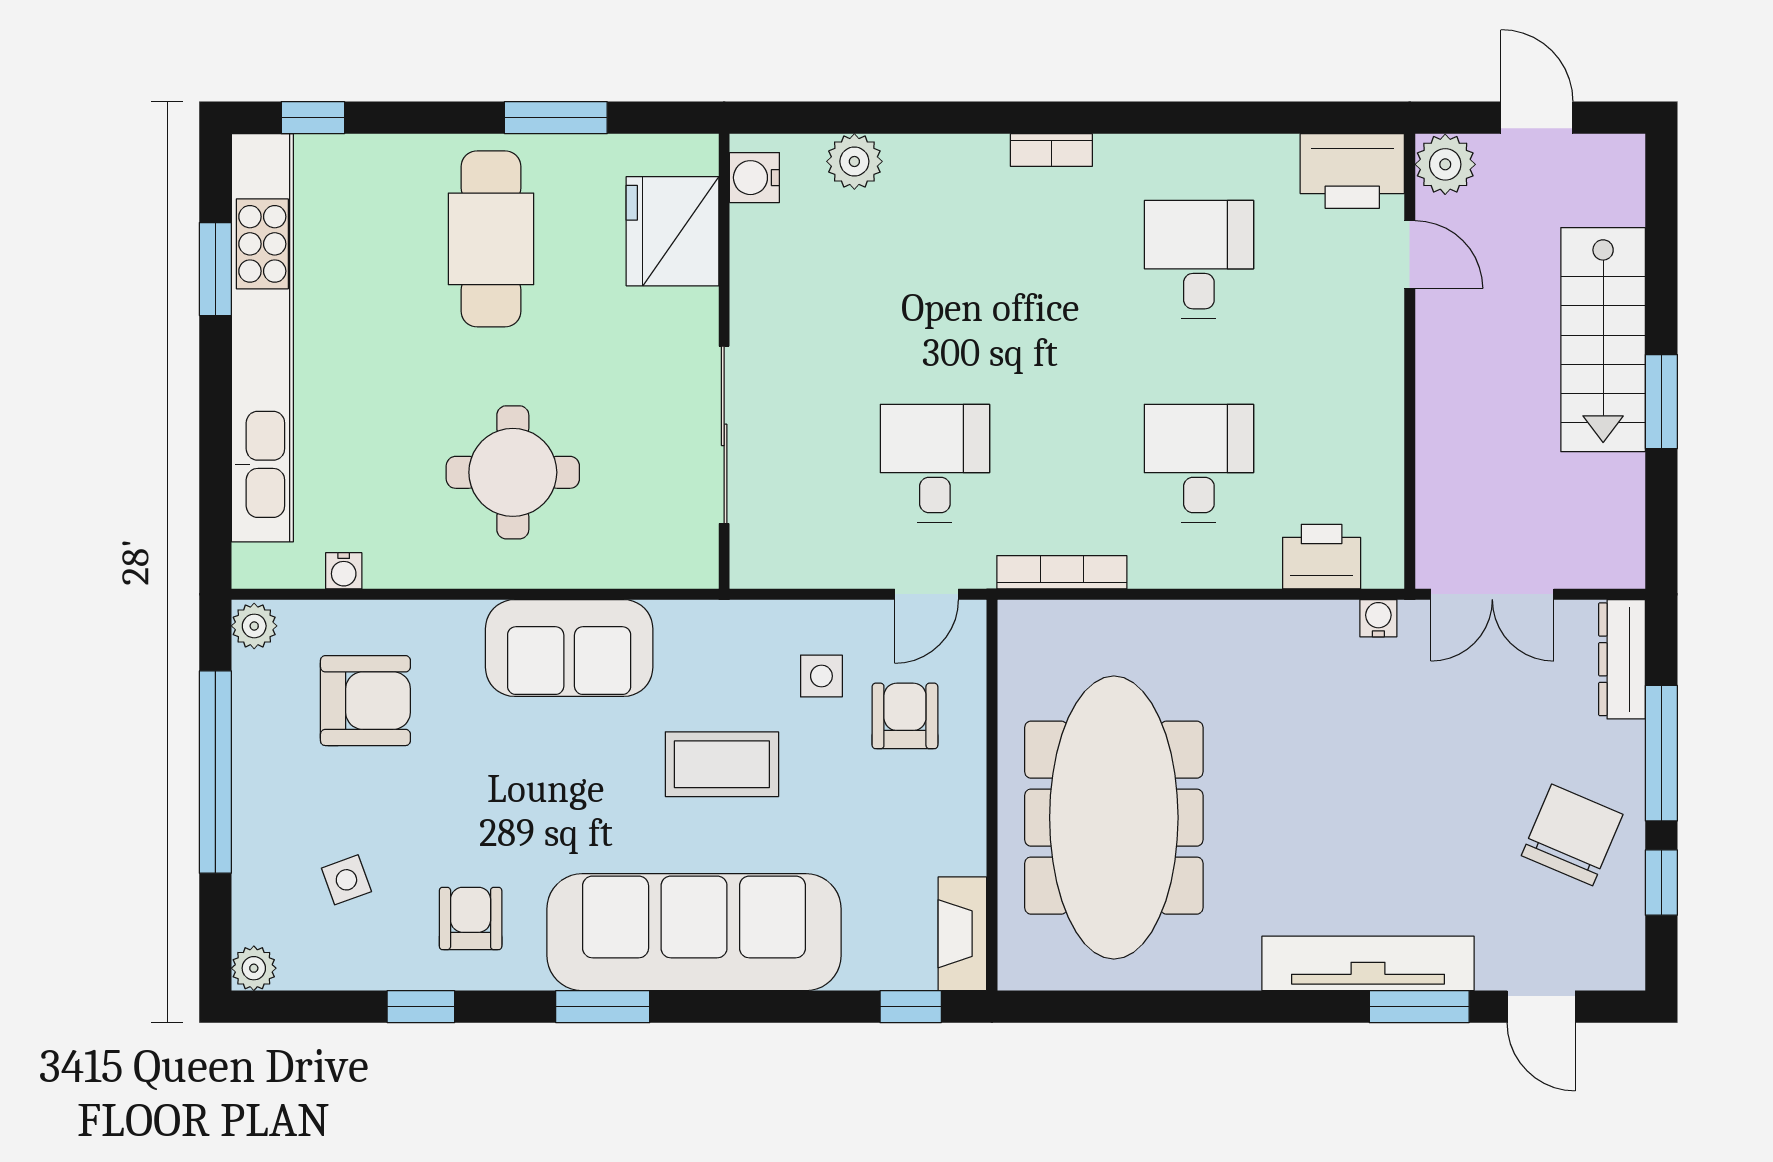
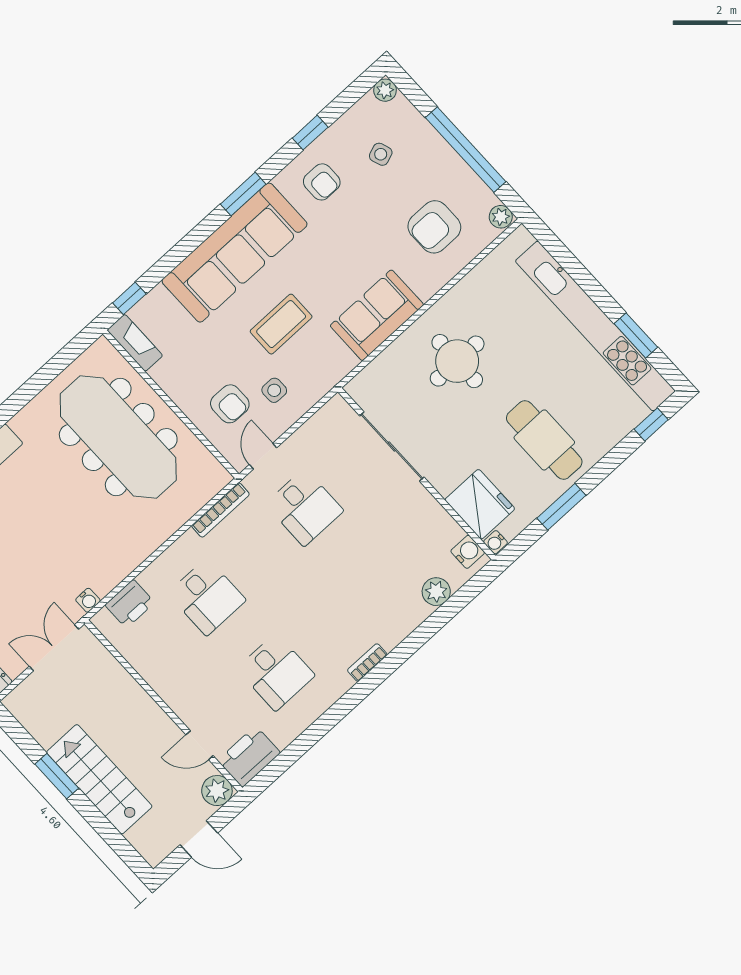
water cooler: (344, 571) -> (495, 542), moved, turned -90

